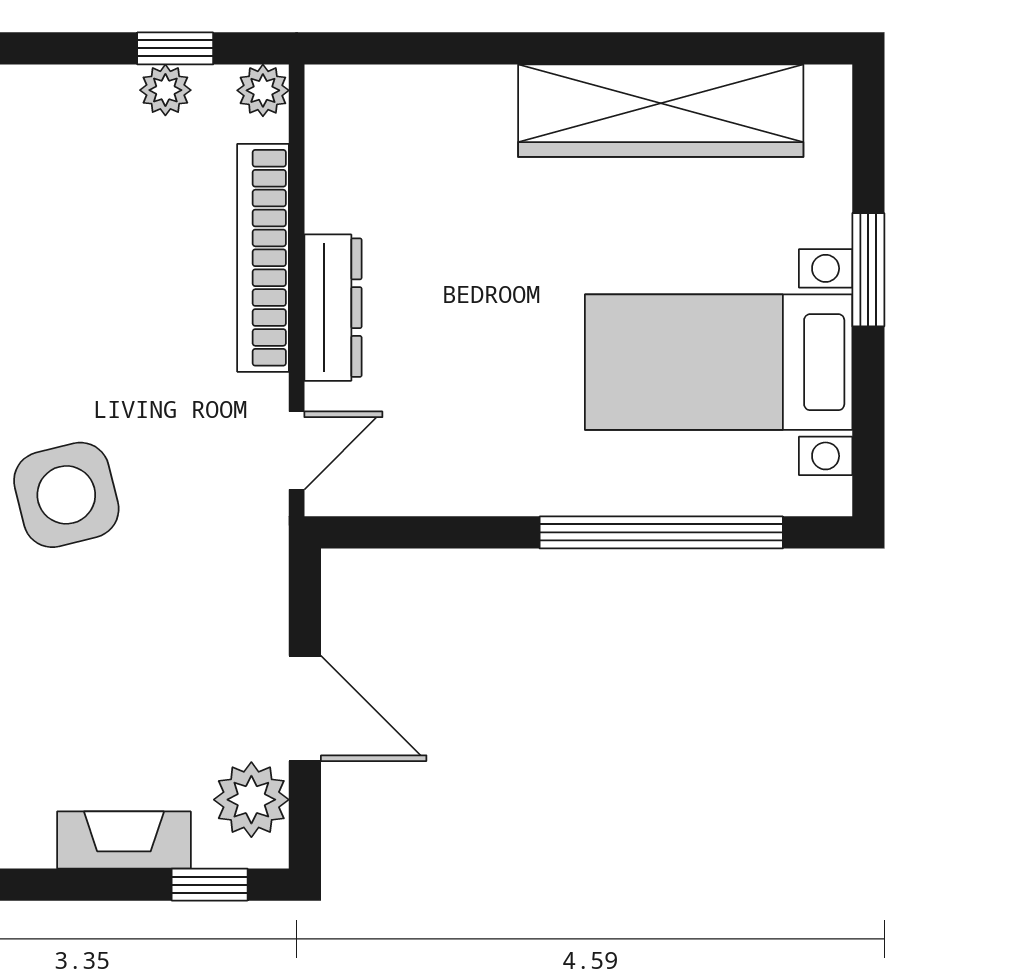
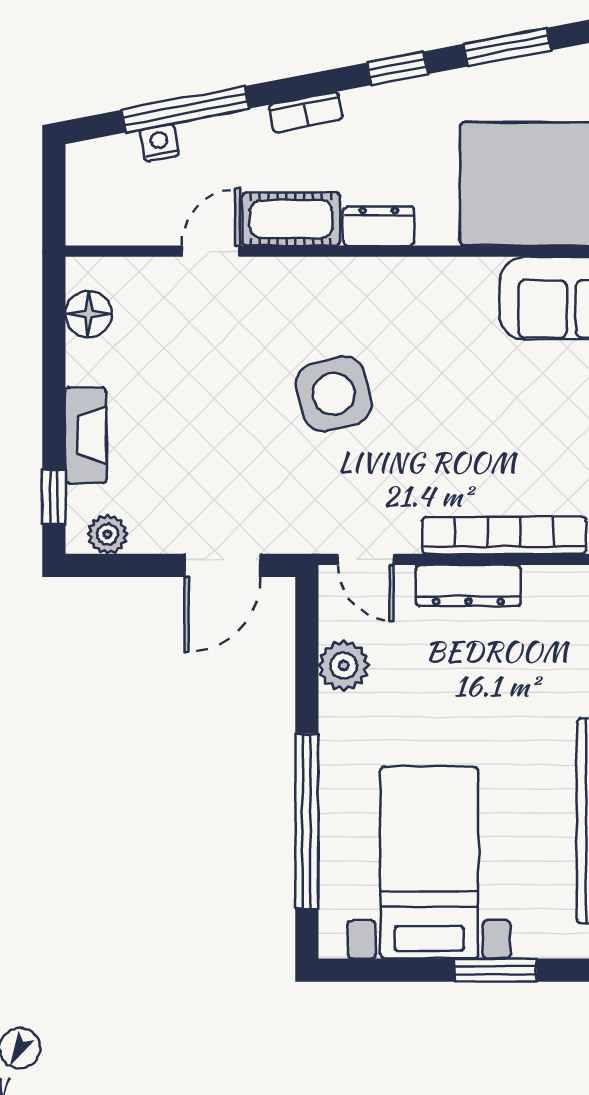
plant: (444, 481) -> (344, 665), added
door: (305, 708) -> (222, 565), moved
plant: (251, 800) -> (107, 534), width x0.73, depth x0.73

